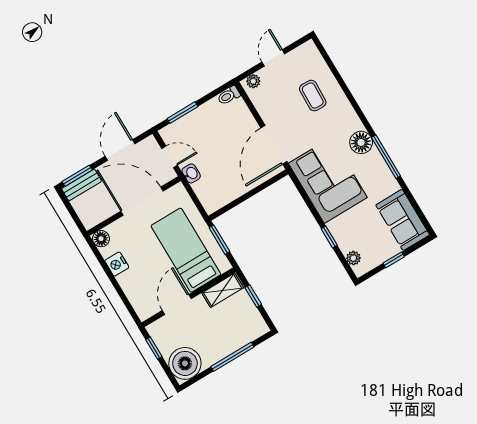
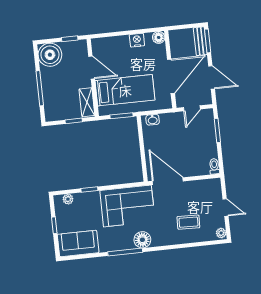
plant: (253, 81) -> (221, 233), moved
washbasin: (191, 173) -> (153, 120), moved

